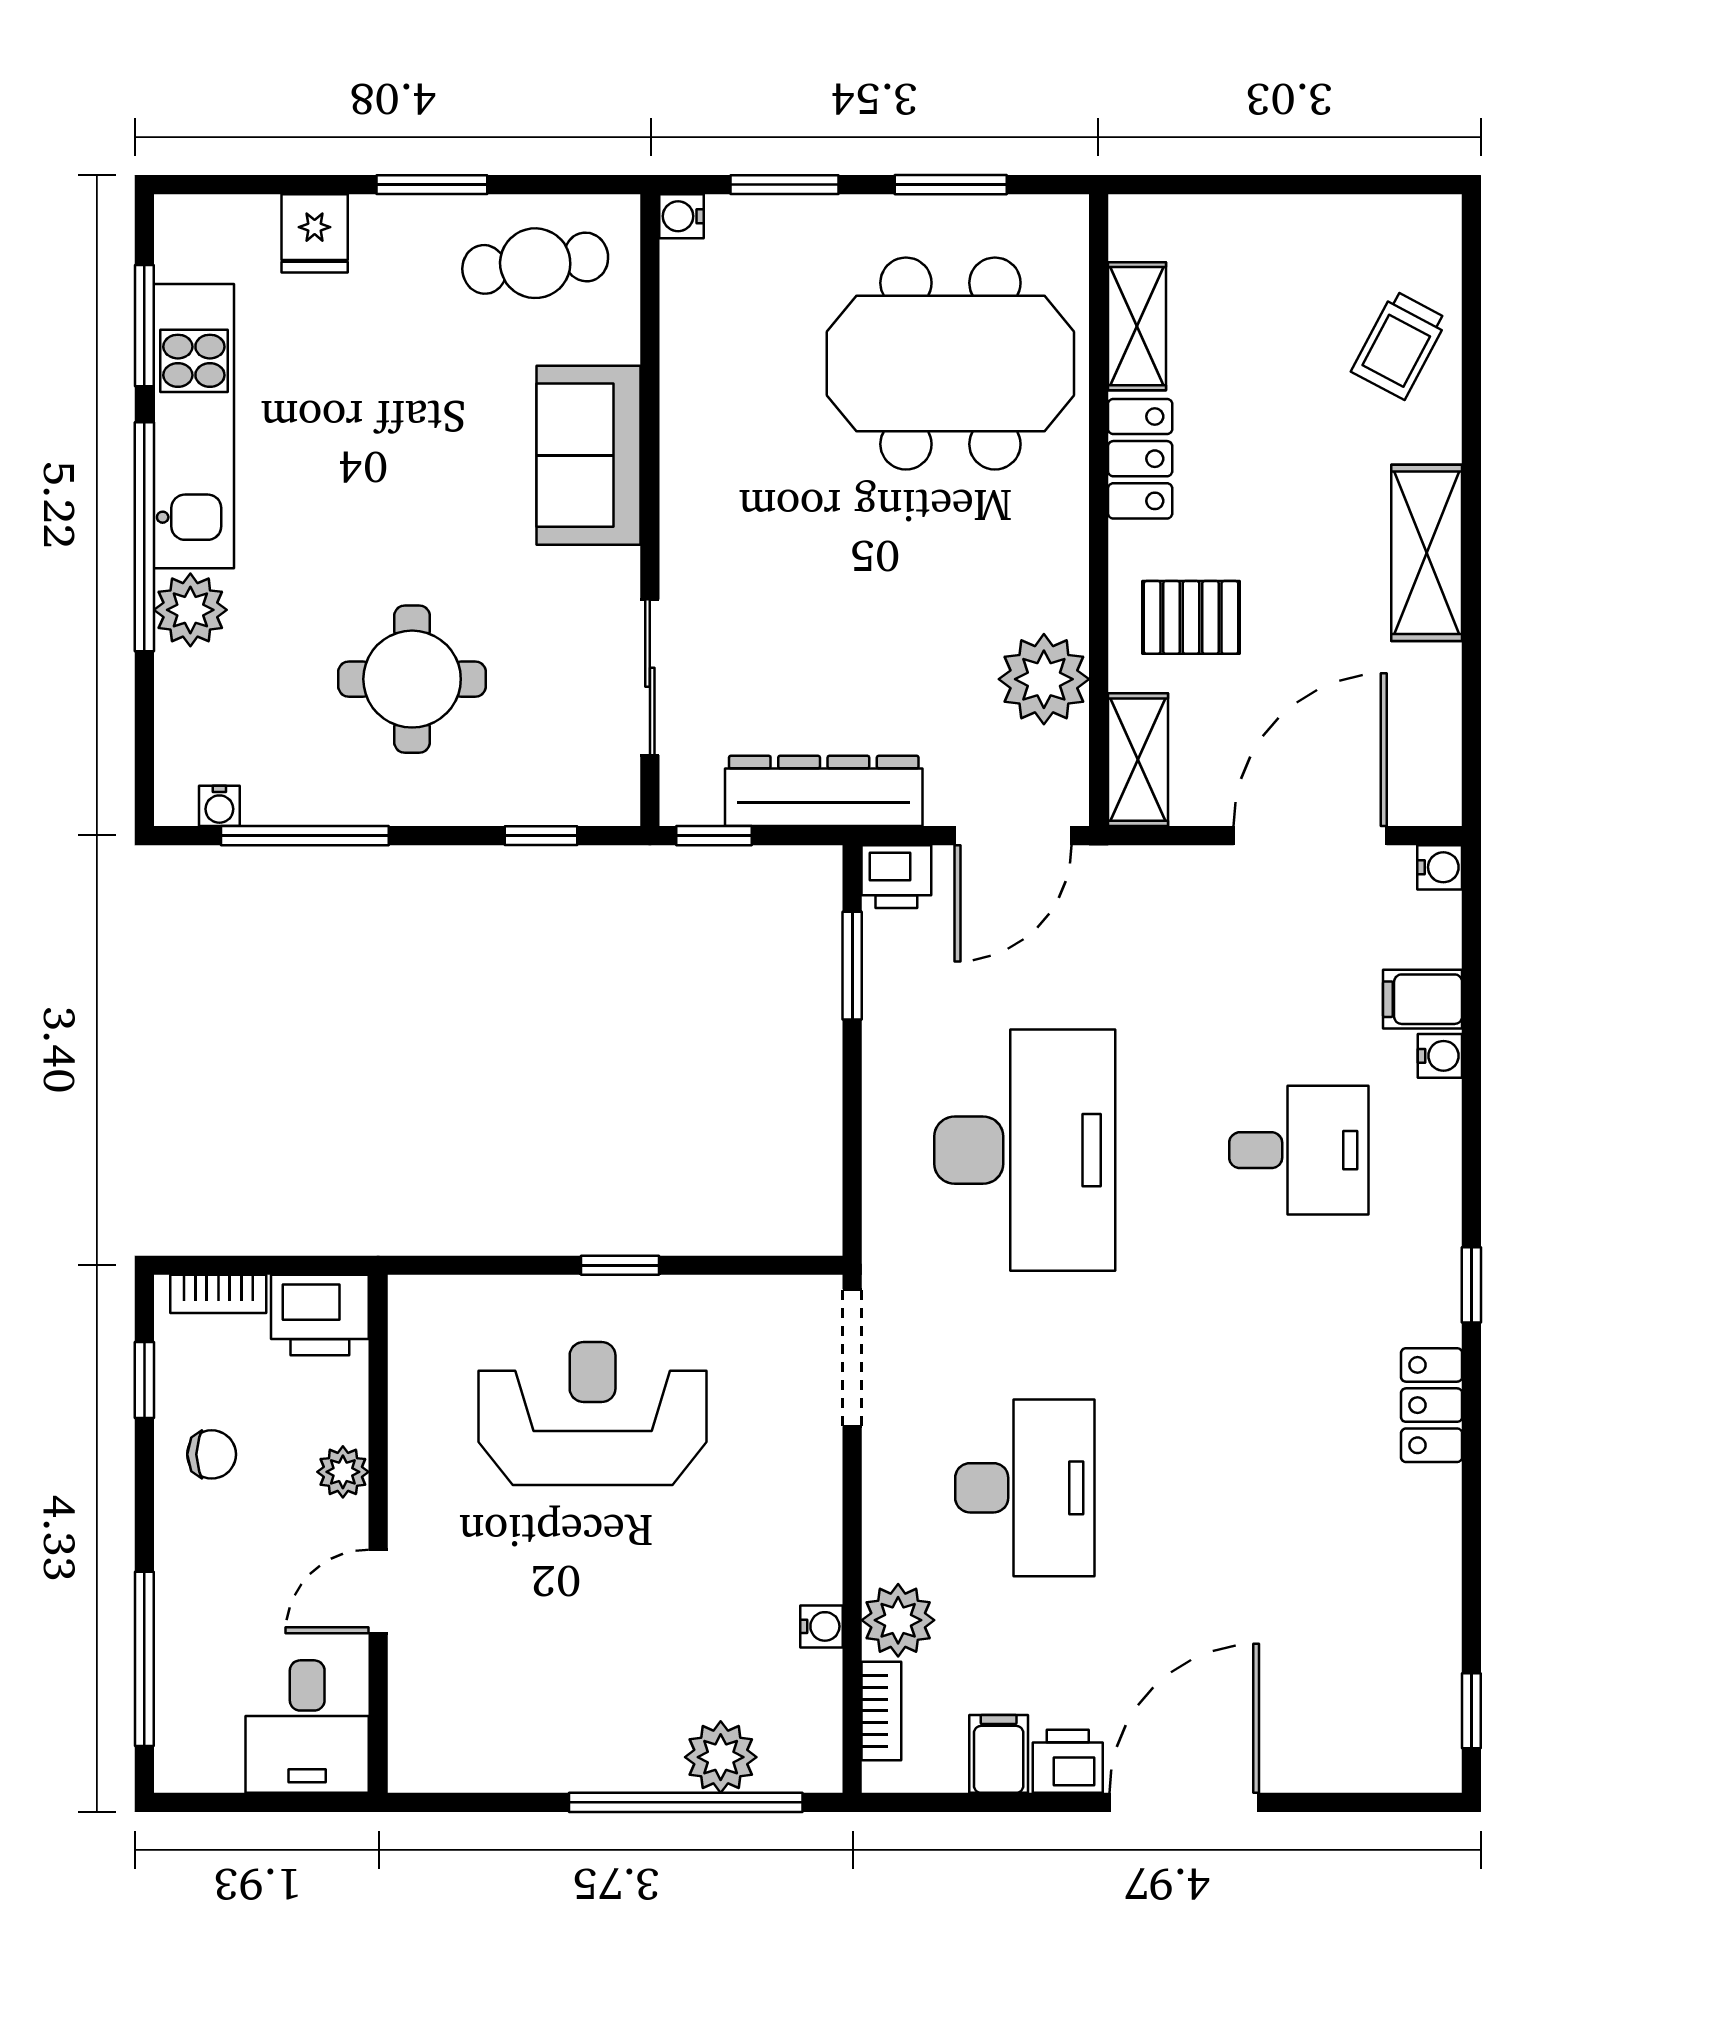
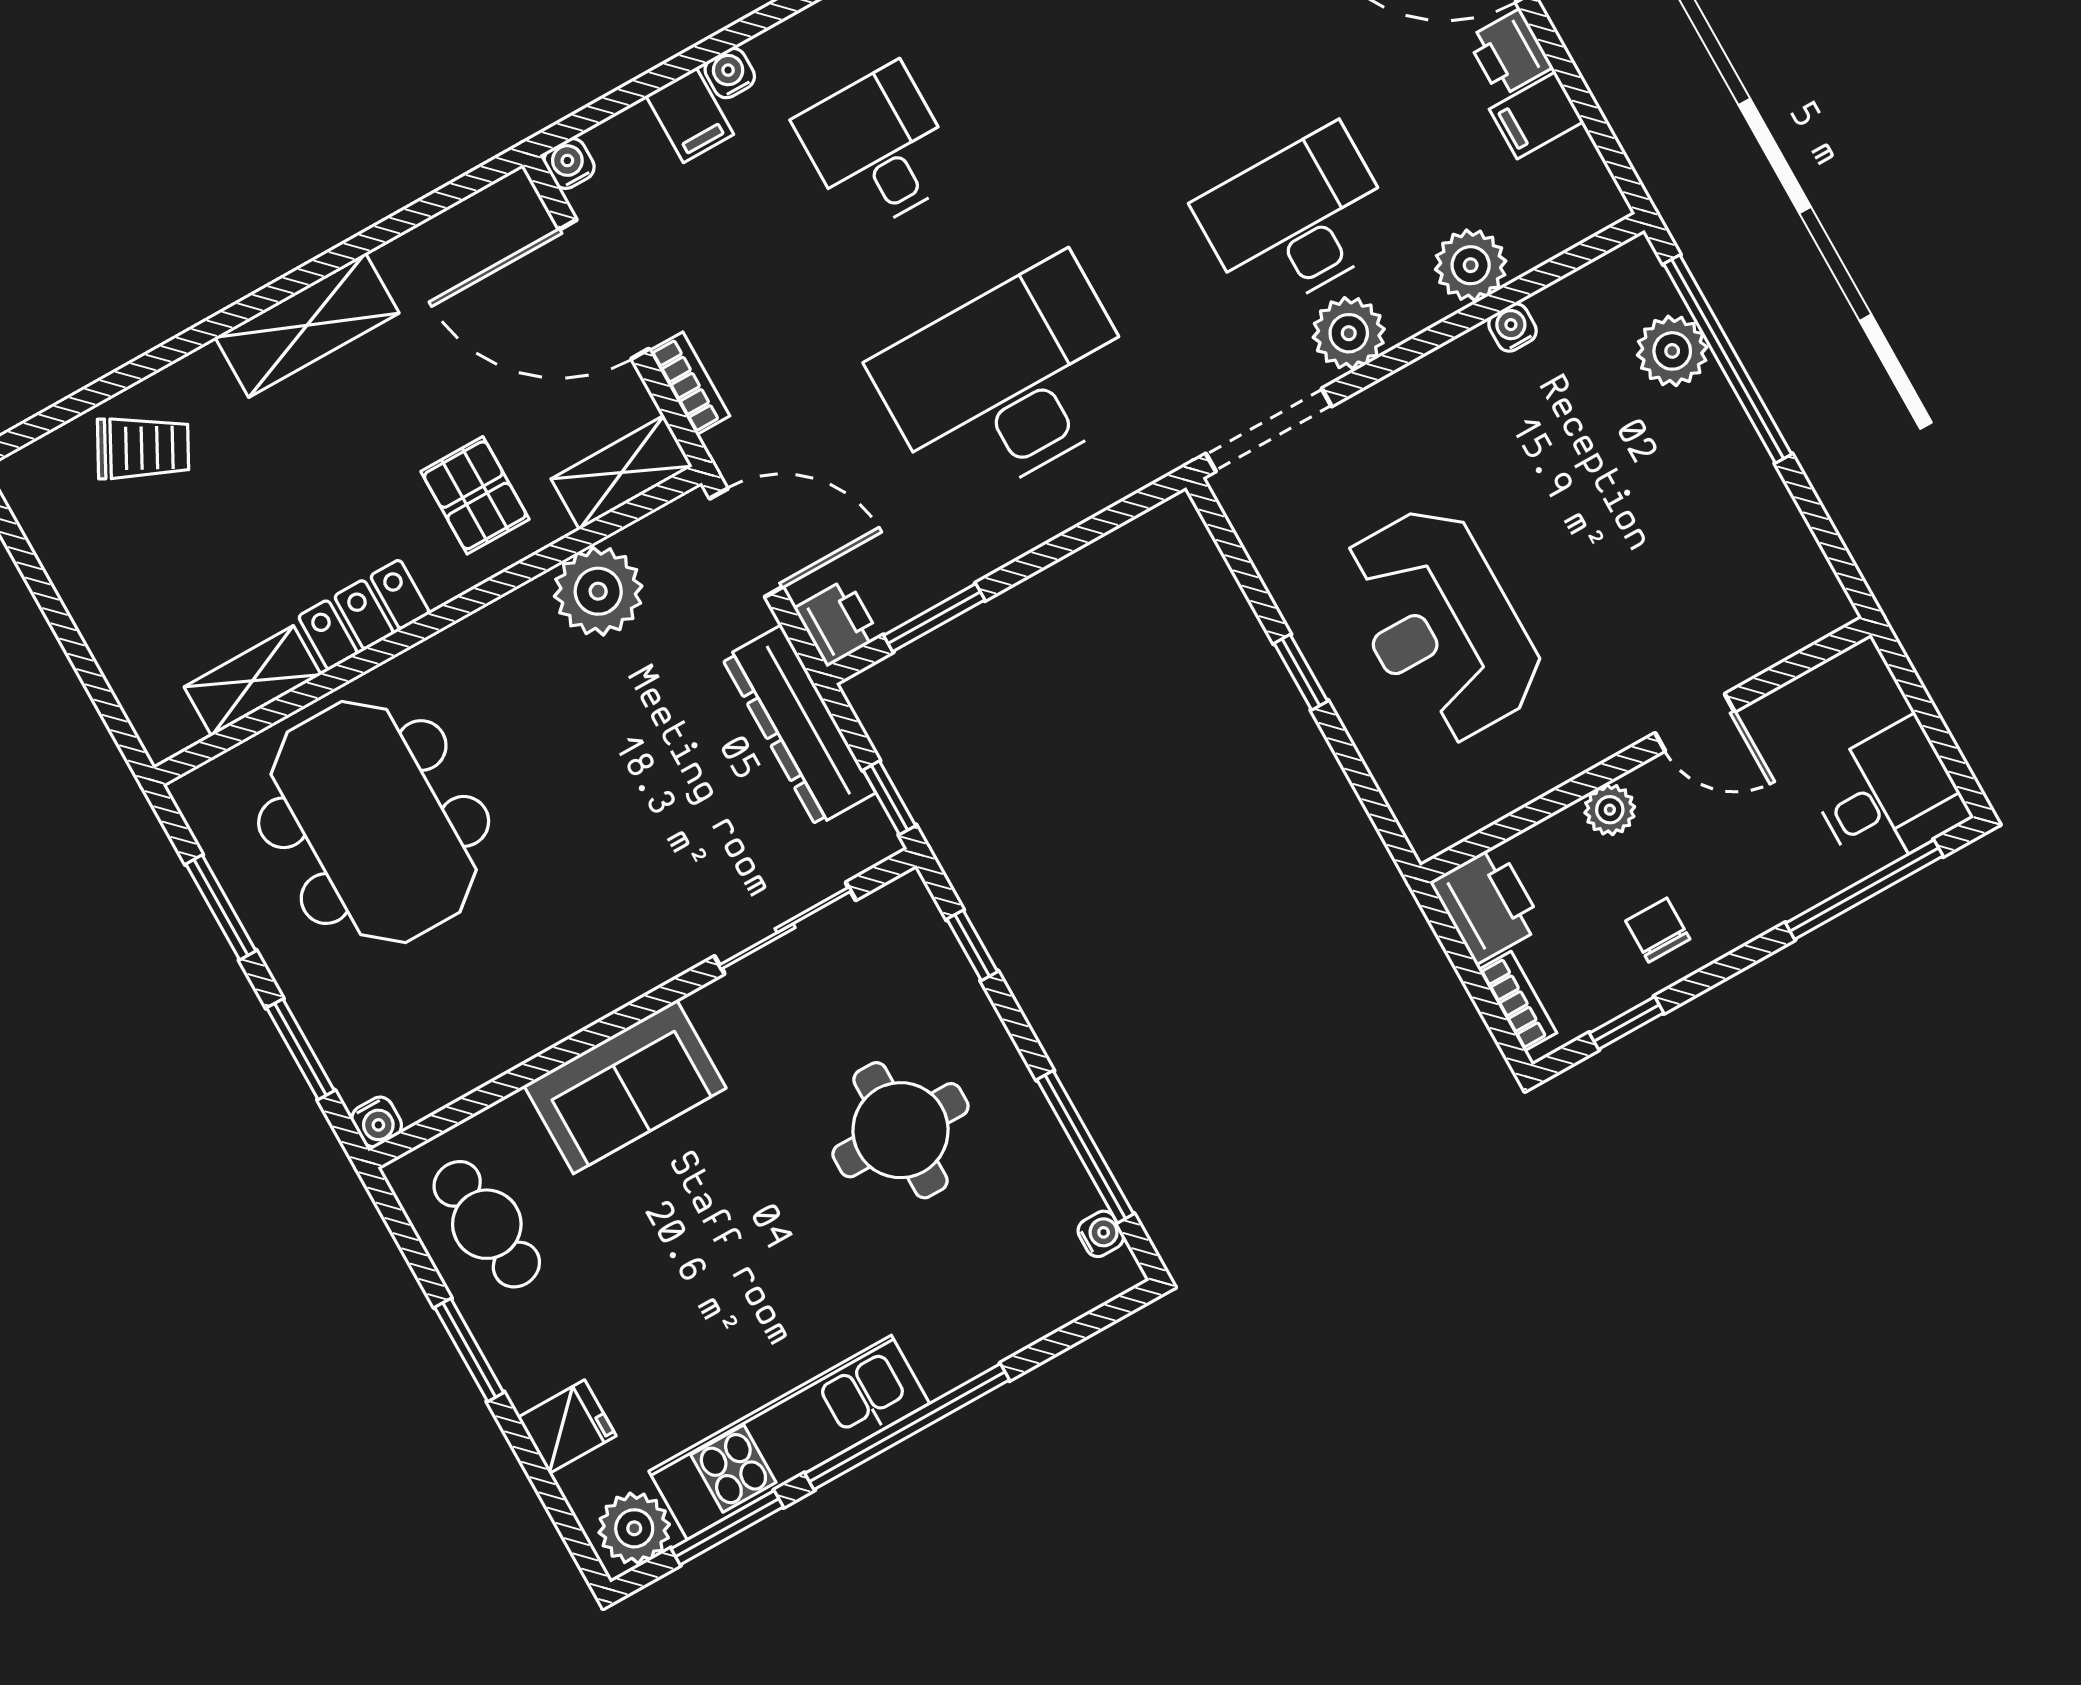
plant: (190, 610) -> (634, 1528), moved
plant: (898, 1478) -> (1349, 333), added
bookcase: (881, 1711) -> (690, 383), moved, turned 90
desk: (307, 1727) -> (1888, 797), moved

